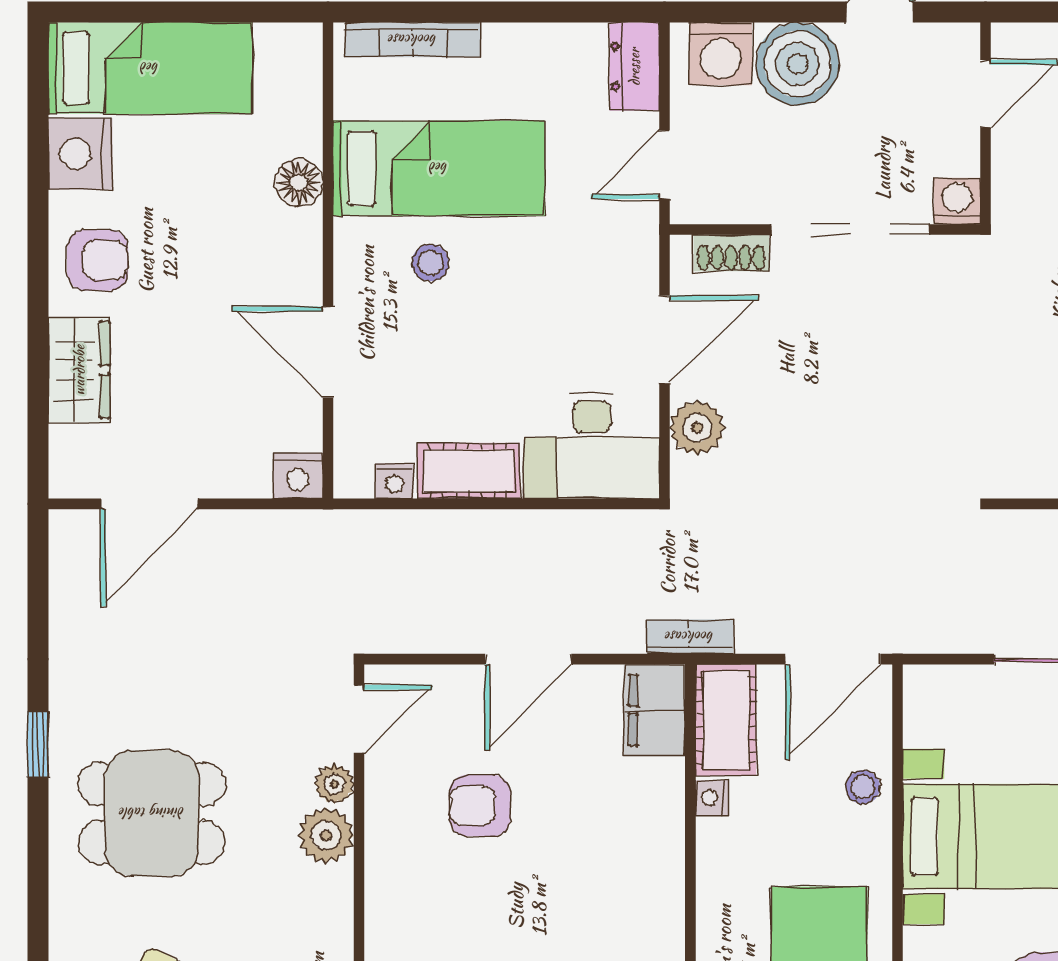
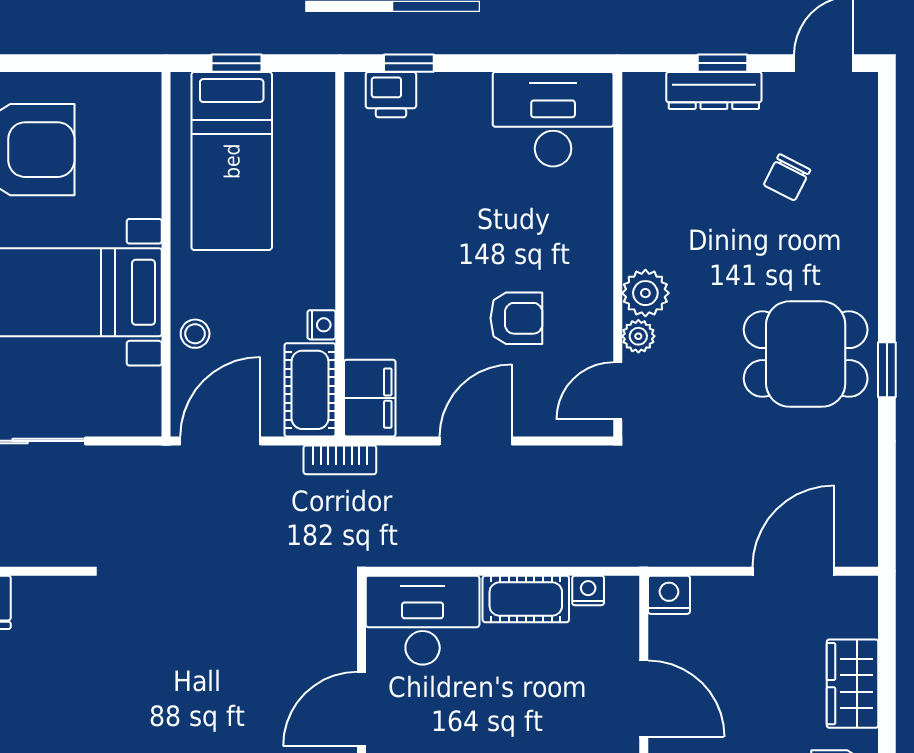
plant: (697, 428) -> (334, 635), removed
dining table: (152, 813) -> (806, 354), moved

